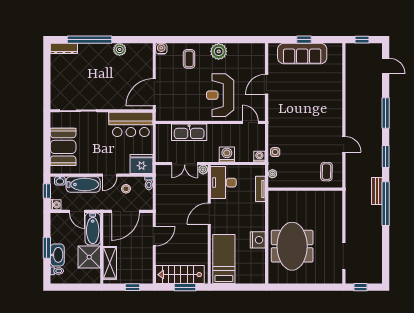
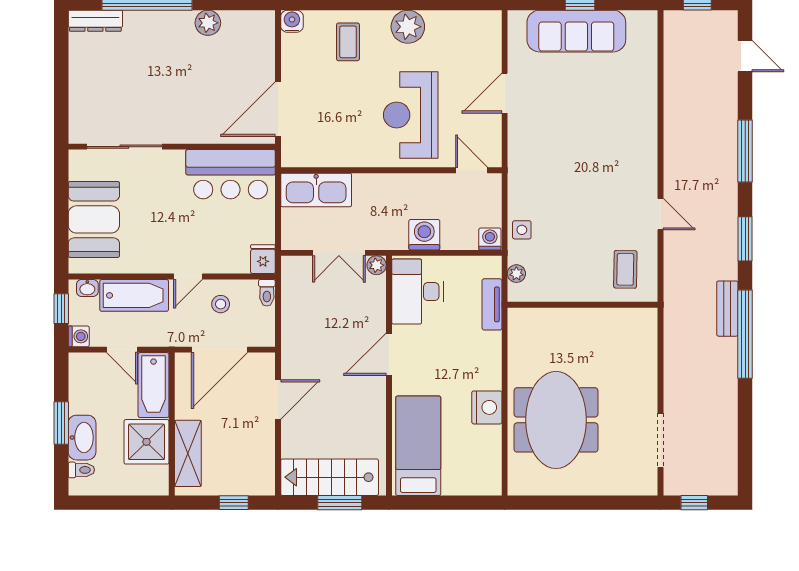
kitchen sink: (189, 132) -> (316, 190), moved
fridge: (142, 164) -> (263, 259), width x0.53, depth x0.75

